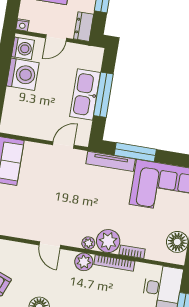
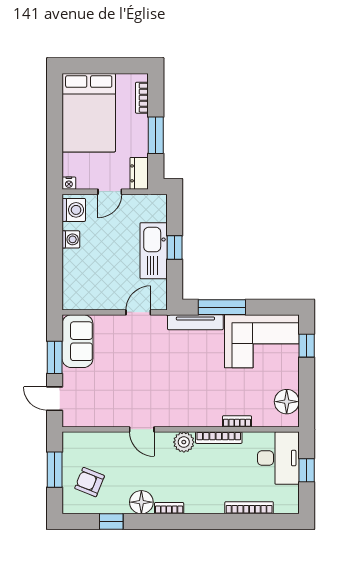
washing machine: (23, 74) -> (71, 239), width x0.53, depth x0.53
window: (103, 95) -> (175, 247), width x0.46
plant: (108, 241) -> (208, 414), removed
plant: (88, 243) -> (185, 420), removed

